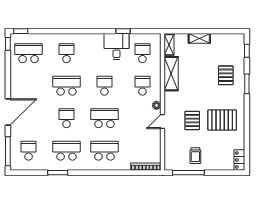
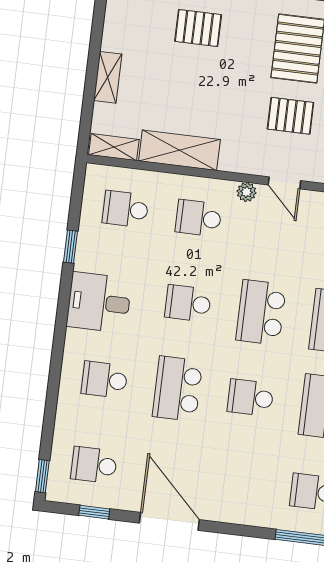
window: (8, 44) -> (94, 512), moved
desk: (117, 47) -> (99, 302), moved
school desk: (29, 53) -> (94, 465), width x0.54
door: (8, 112) -> (169, 521), moved

